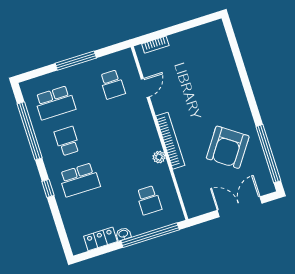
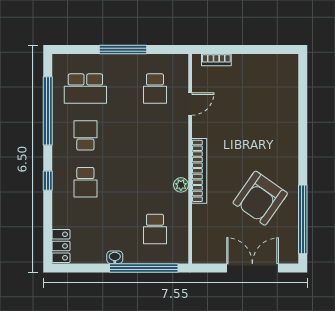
school desk: (79, 180) -> (85, 182), width x0.54
locker: (100, 239) -> (61, 246), moved, turned 90

